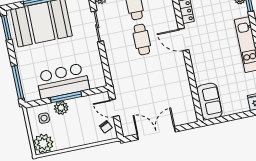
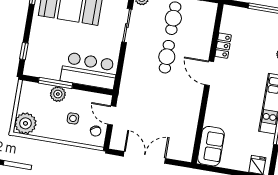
bar counter: (63, 81) -> (89, 71), moved
window: (18, 82) -> (24, 51), width x0.46
window: (66, 97) -> (56, 83), moved
side table: (44, 118) -> (73, 118), moved

